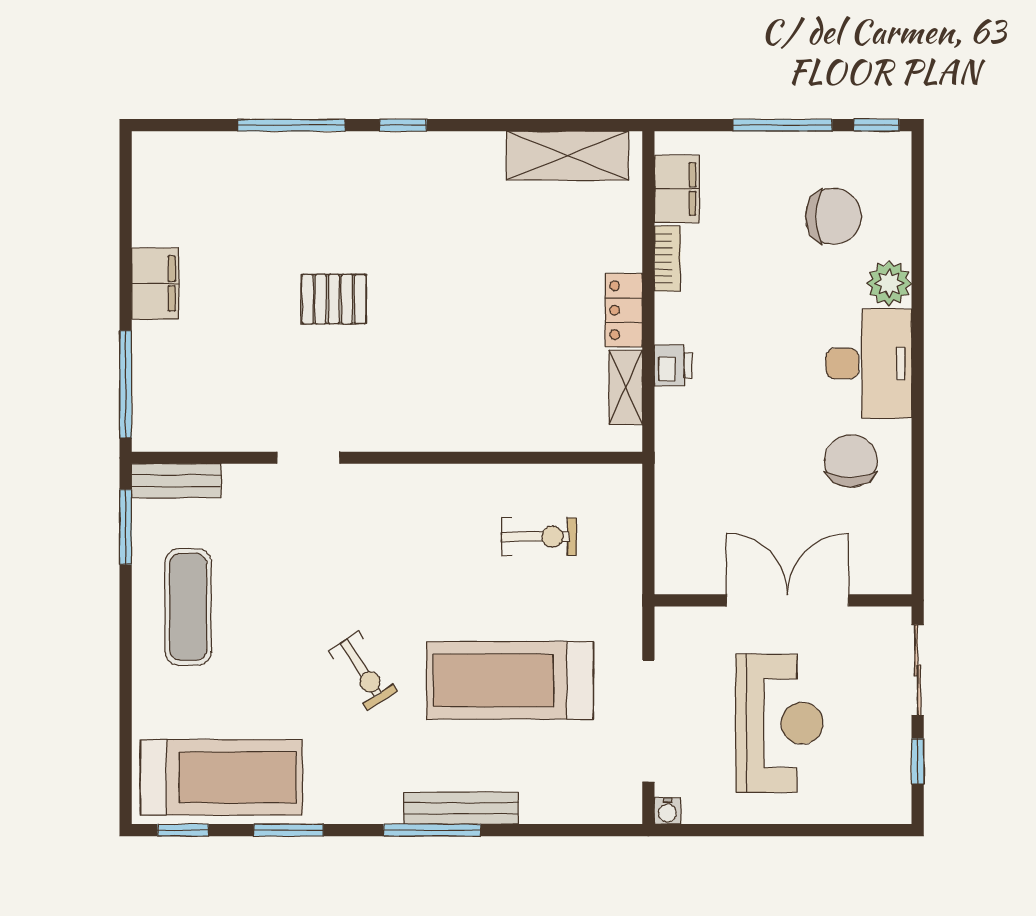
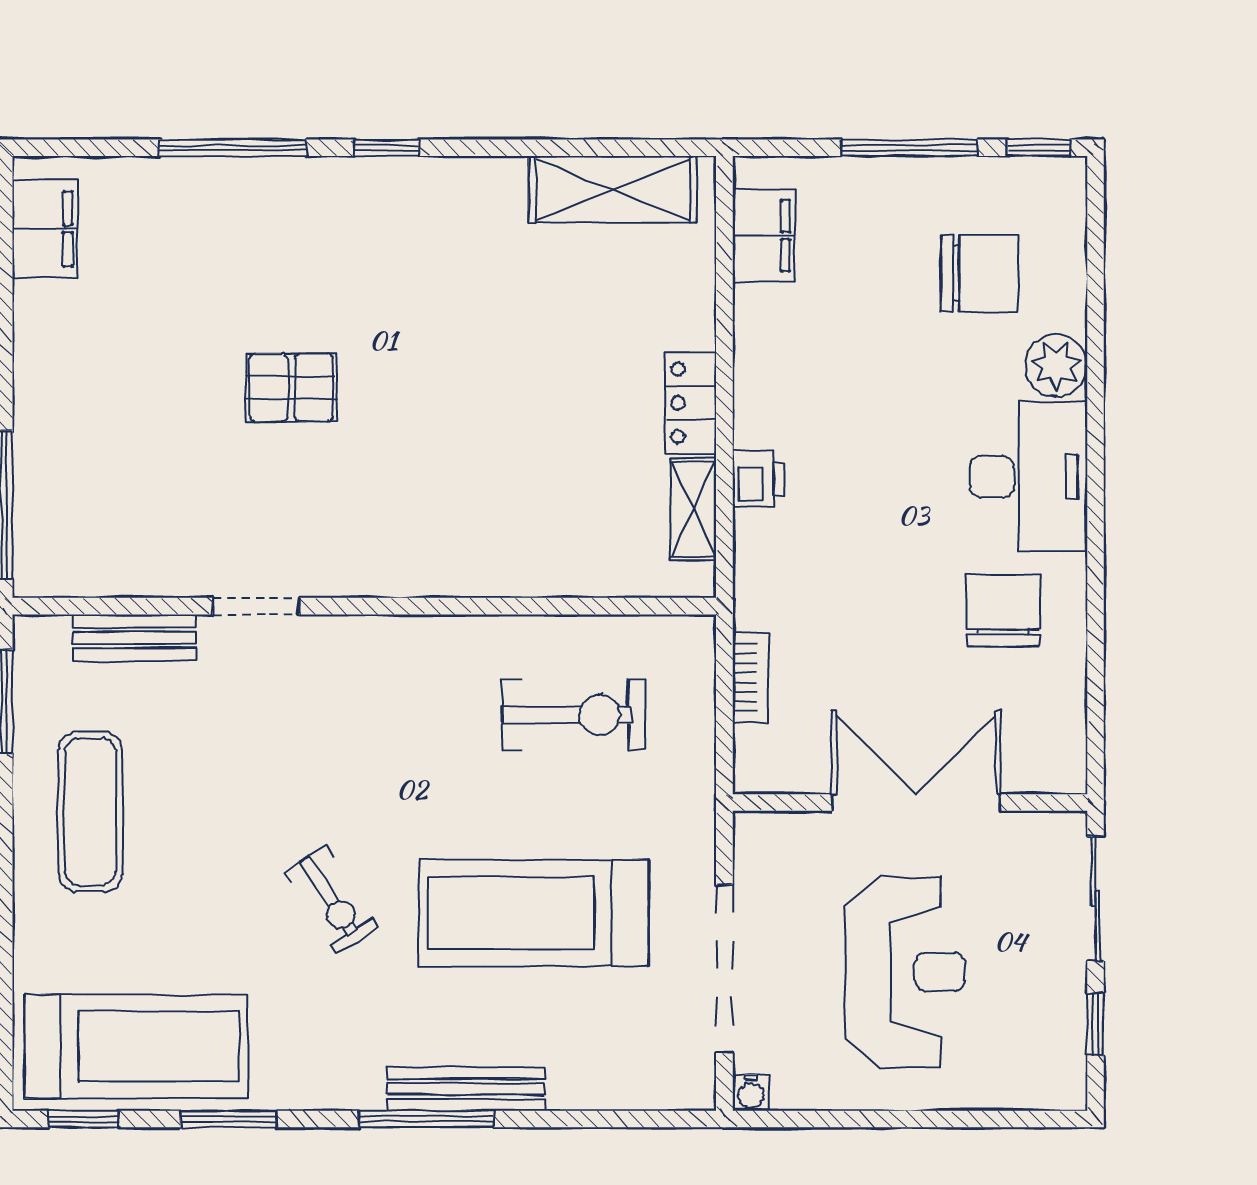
bookcase: (667, 259) -> (751, 678), moved
filing cabinet: (155, 284) -> (45, 229), moved
bench: (176, 481) -> (134, 638), moved
exercise bike: (539, 537) -> (574, 715), width x1.38, depth x1.39

